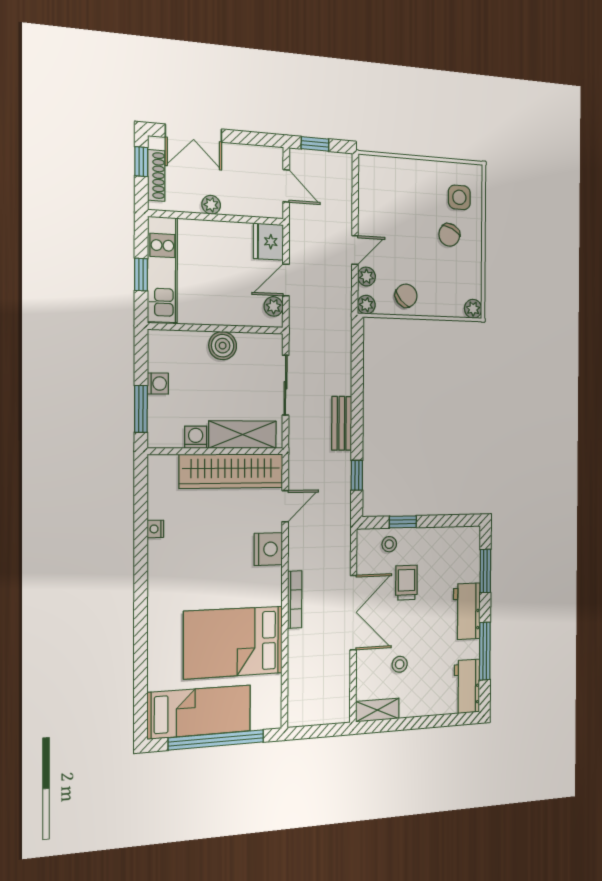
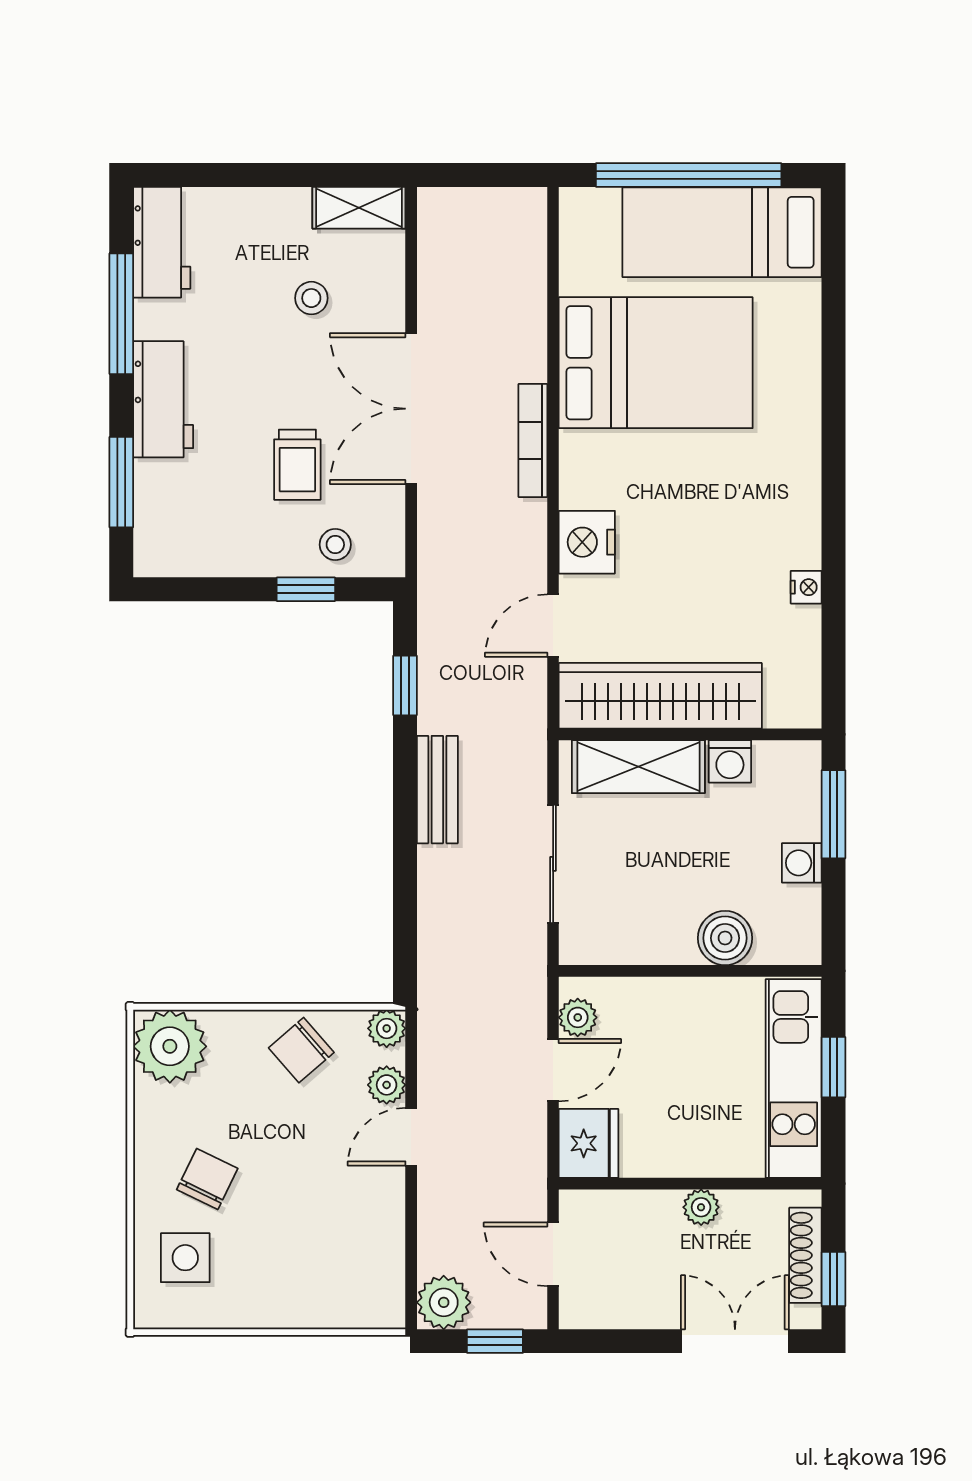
plant: (340, 166) -> (444, 1302), added
plant: (473, 309) -> (170, 1046), width x1.88, depth x1.88
boiler: (223, 346) -> (725, 938), moved

